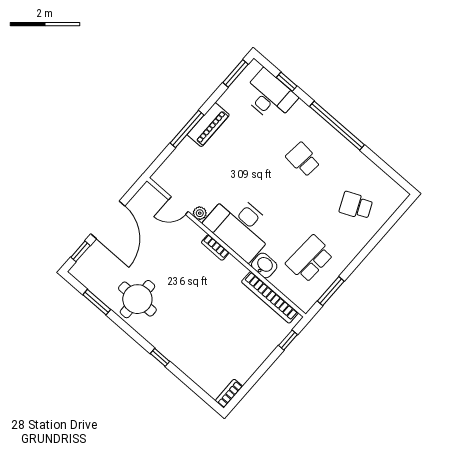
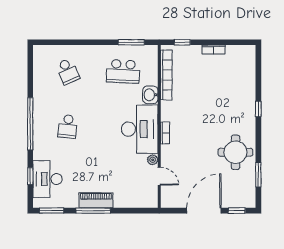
window: (187, 129) -> (93, 211), moved
bookcase: (229, 394) -> (213, 50), moved

